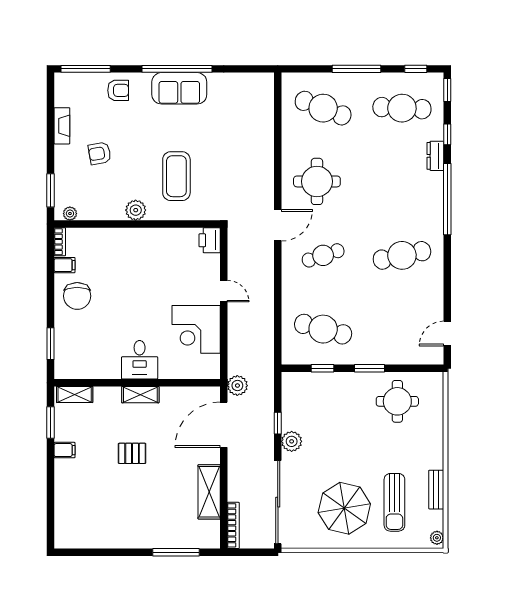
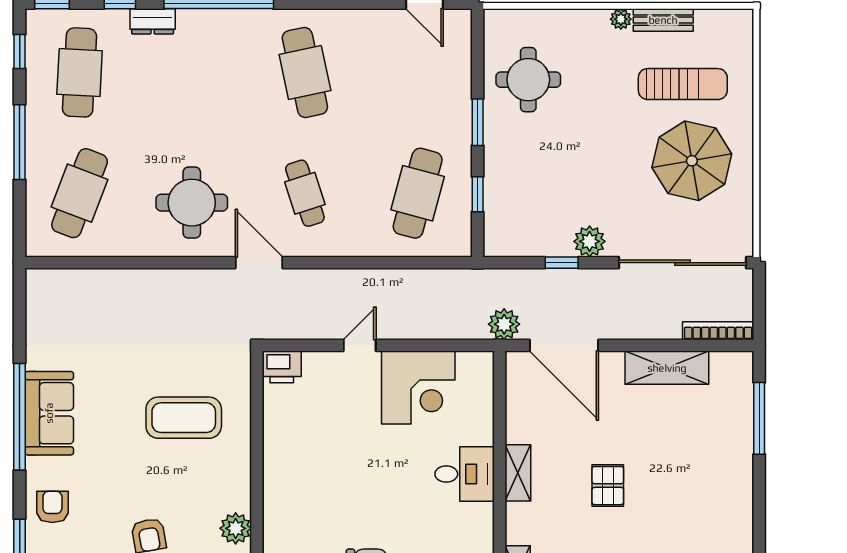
plant: (136, 210) -> (236, 528), moved
plant: (437, 538) -> (621, 19), moved

